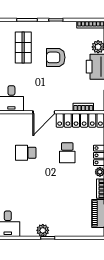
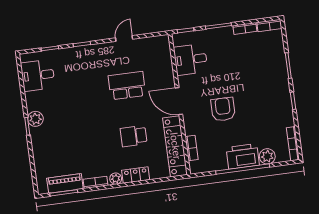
shop shelf: (23, 48) -> (254, 65), removed
armchair: (56, 57) -> (223, 109), moved
school desk: (26, 153) -> (127, 86), width x1.85

